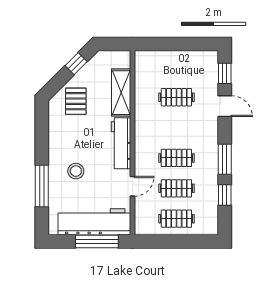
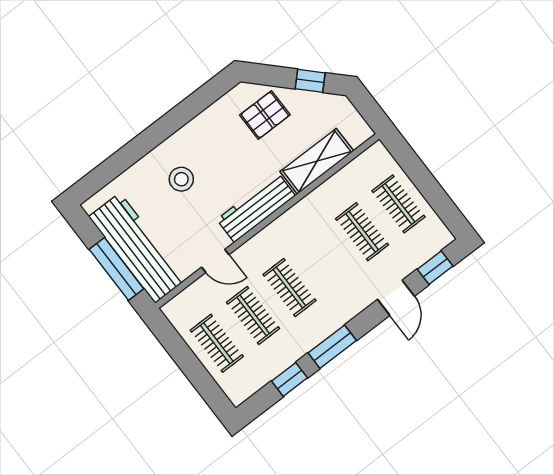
clothes rail: (176, 67) -> (398, 204), added
window: (42, 186) -> (132, 152), removed

